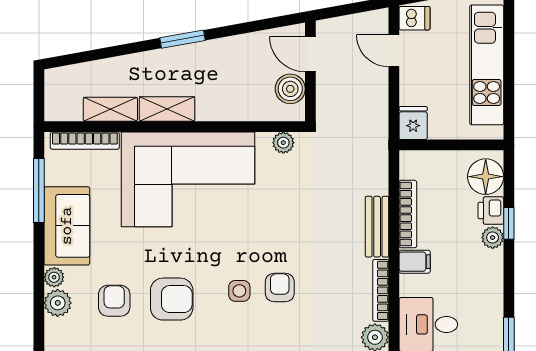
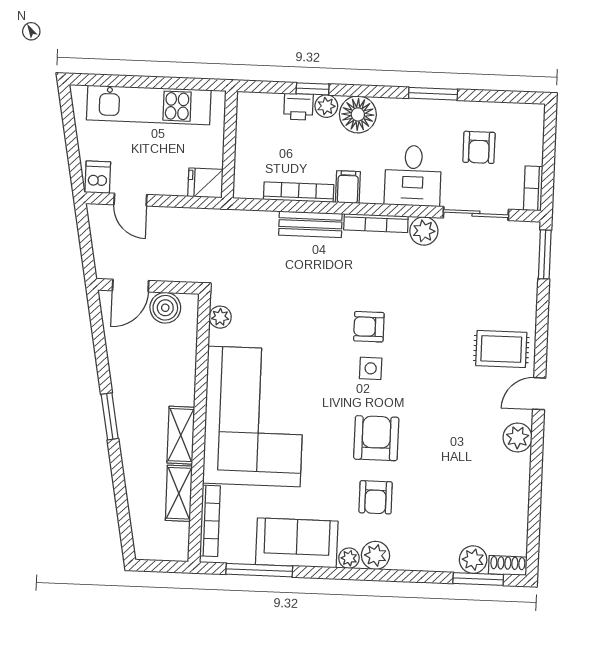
door: (394, 51) -> (130, 200), hinge flipped
floor lamp: (486, 177) -> (358, 114), moved
armchair: (114, 301) -> (376, 497), turned -90

